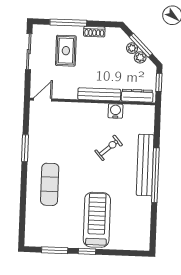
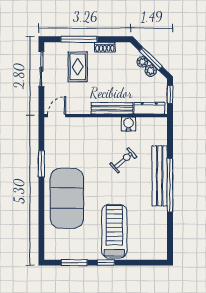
exercise mat: (50, 184) -> (67, 198), width x2.00, depth x1.45

